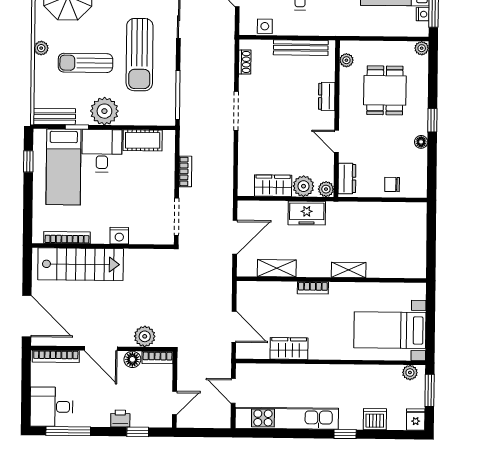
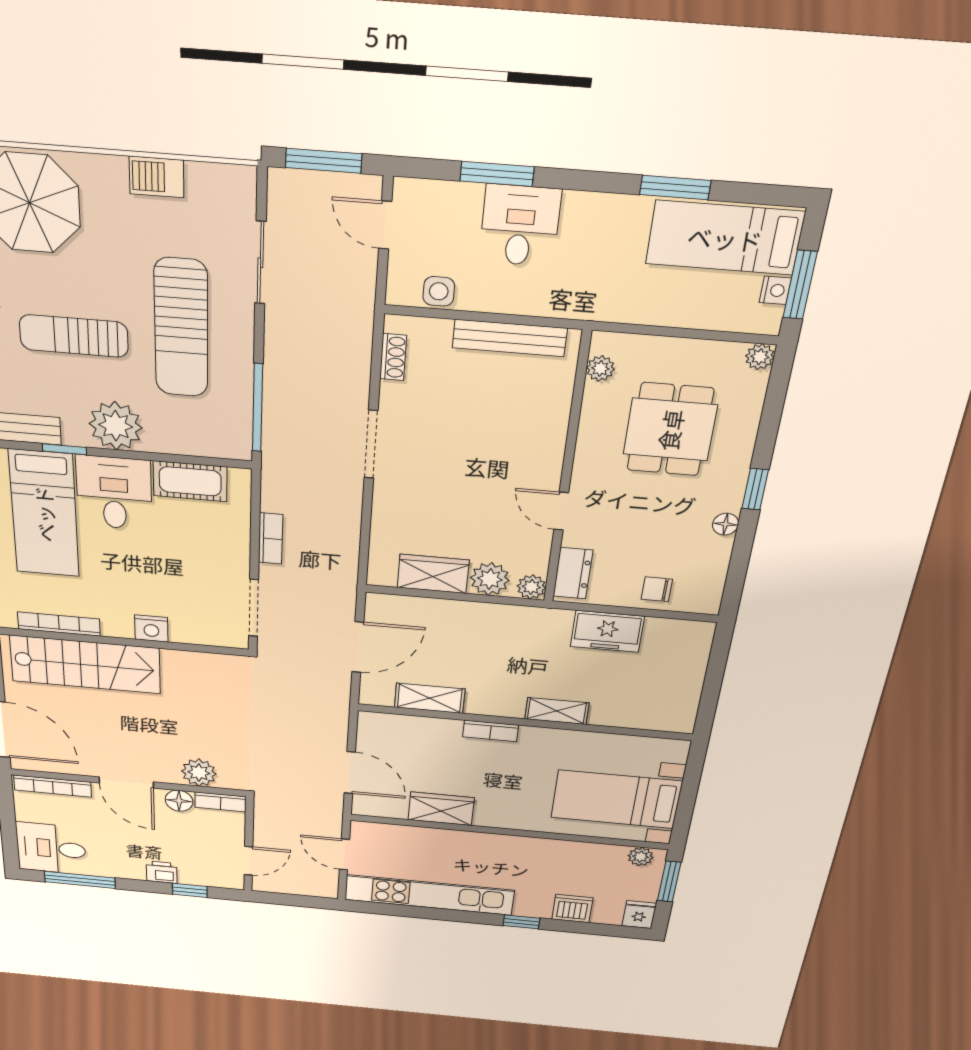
dresser: (327, 96) -> (552, 432), removed
freezer: (307, 213) -> (607, 631), moved

